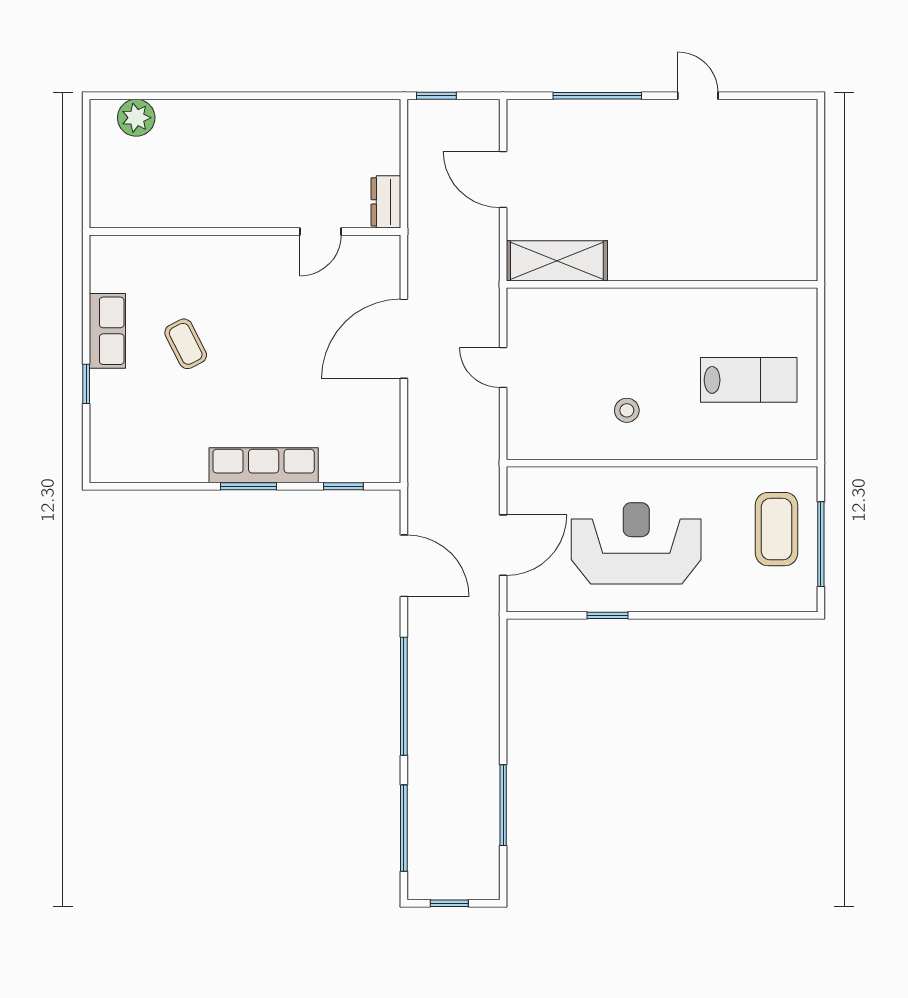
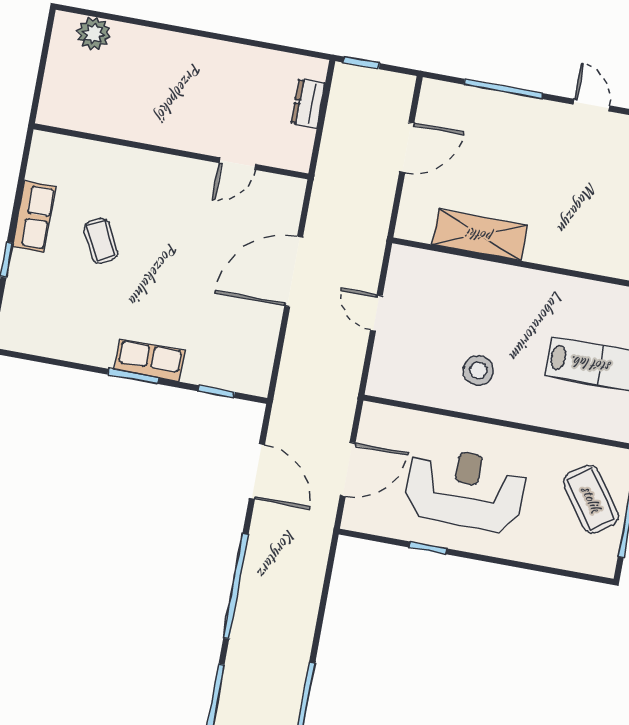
door: (503, 180) -> (407, 147), swing flipped
dresser: (386, 202) -> (308, 103), moved
shelving: (557, 261) -> (480, 235), moved
stool: (627, 410) -> (478, 371), width x1.37, depth x1.37
row of seats: (264, 465) -> (150, 360), width x0.68
coffee table: (776, 529) -> (591, 499), turned -35

